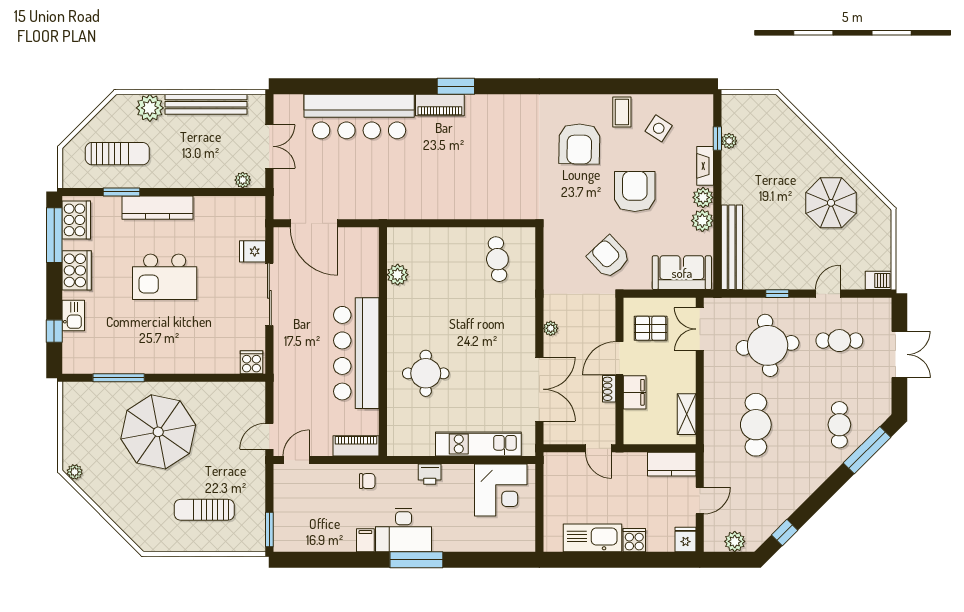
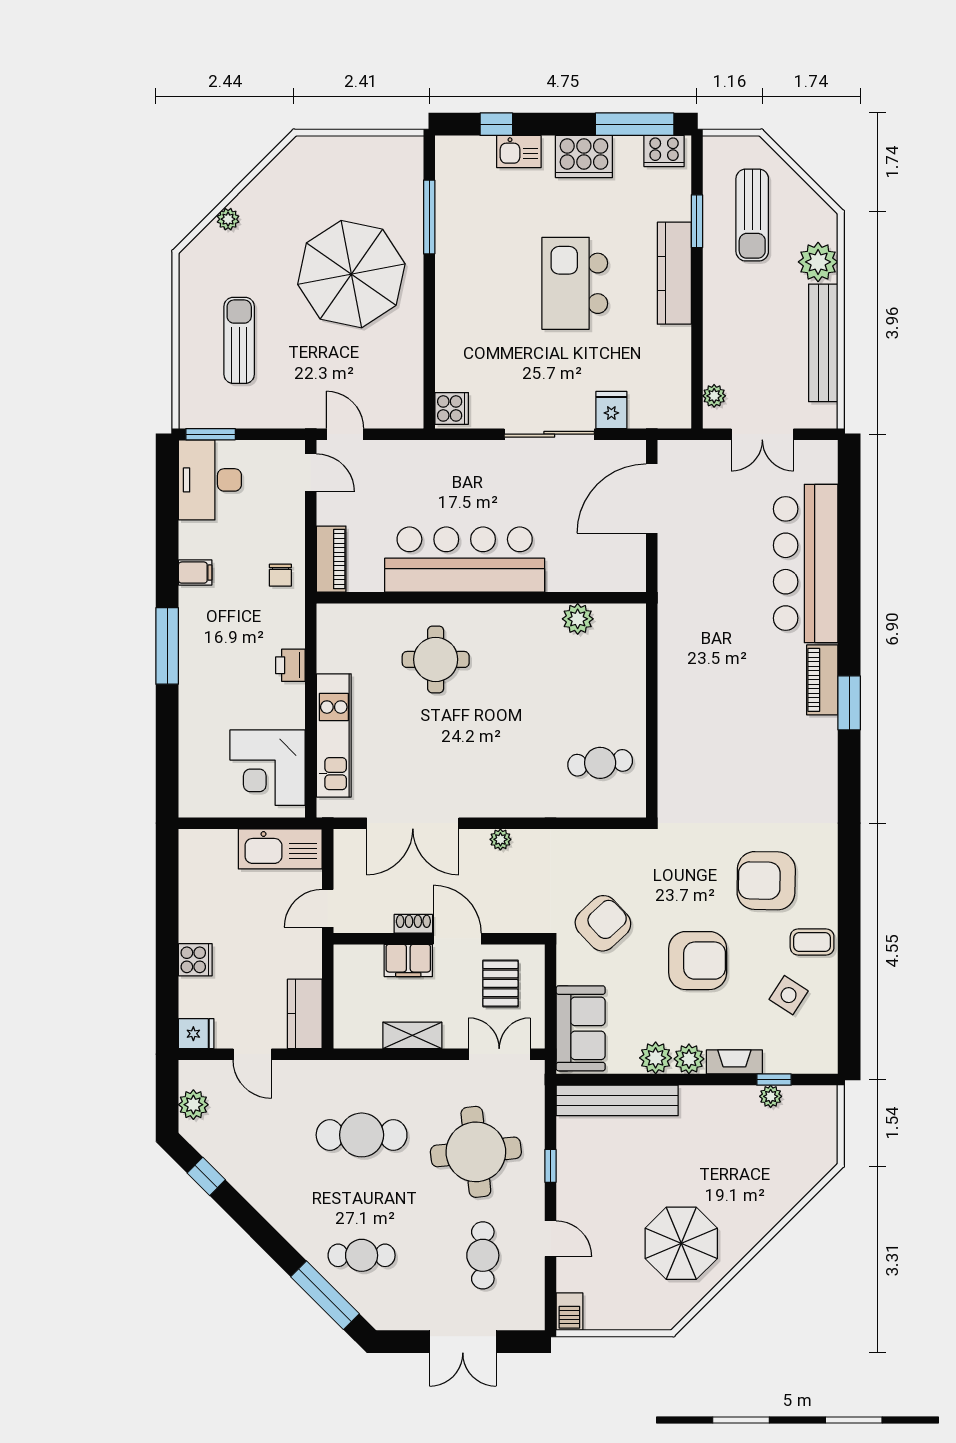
cooker: (76, 220) -> (664, 151), width x0.73, depth x0.76
shelving: (687, 414) -> (412, 1035), moved
plant: (75, 472) -> (228, 219), moved
desk: (404, 530) -> (210, 480), moved
kitchen sink: (592, 538) -> (280, 849), moved, turned 90

